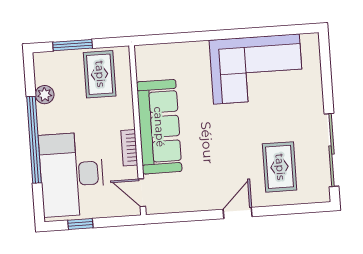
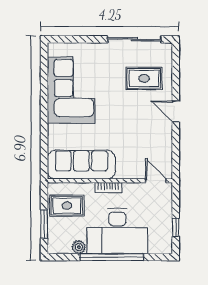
sofa: (159, 127) -> (81, 165), moved
bookcase: (129, 148) -> (108, 188), moved
desk: (72, 174) -> (117, 231), moved
door: (142, 193) -> (156, 181), swing flipped

